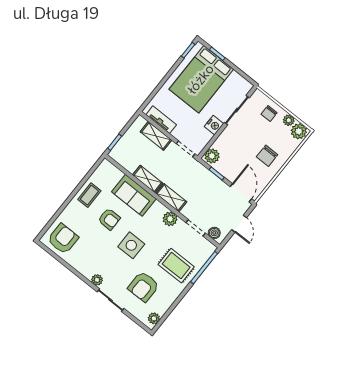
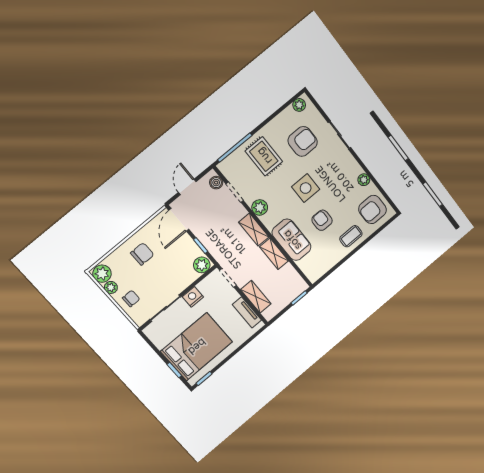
coffee table: (89, 195) -> (351, 236), moved
plant: (97, 280) -> (364, 180), moved

